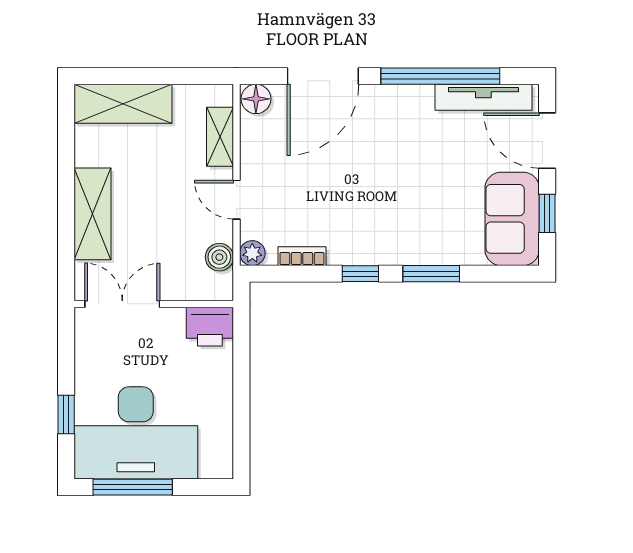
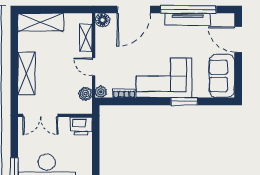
tv unit: (483, 97) -> (188, 19), moved
window: (547, 213) -> (238, 73), removed
corner sofa: (388, 223) -> (164, 78), added
window: (360, 274) -> (151, 101), removed
double door: (122, 304) -> (40, 115), swing flipped

